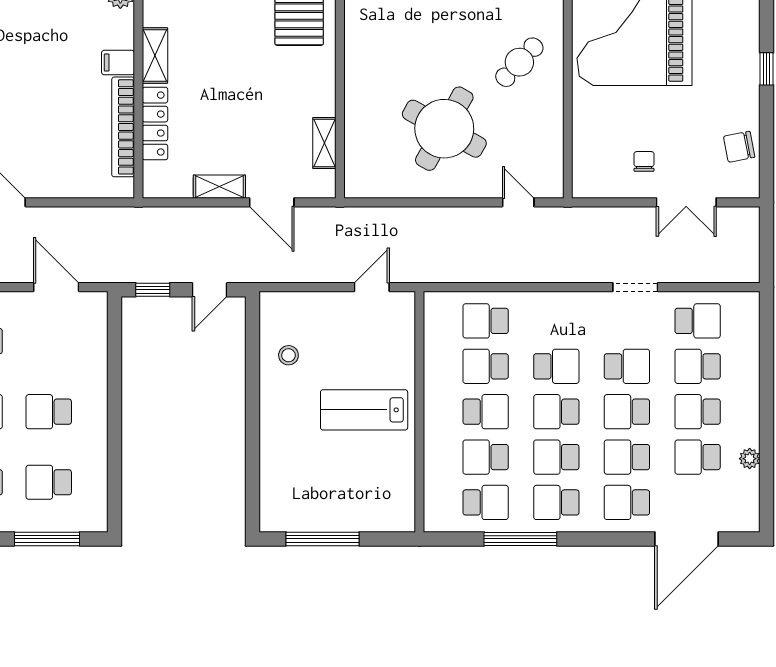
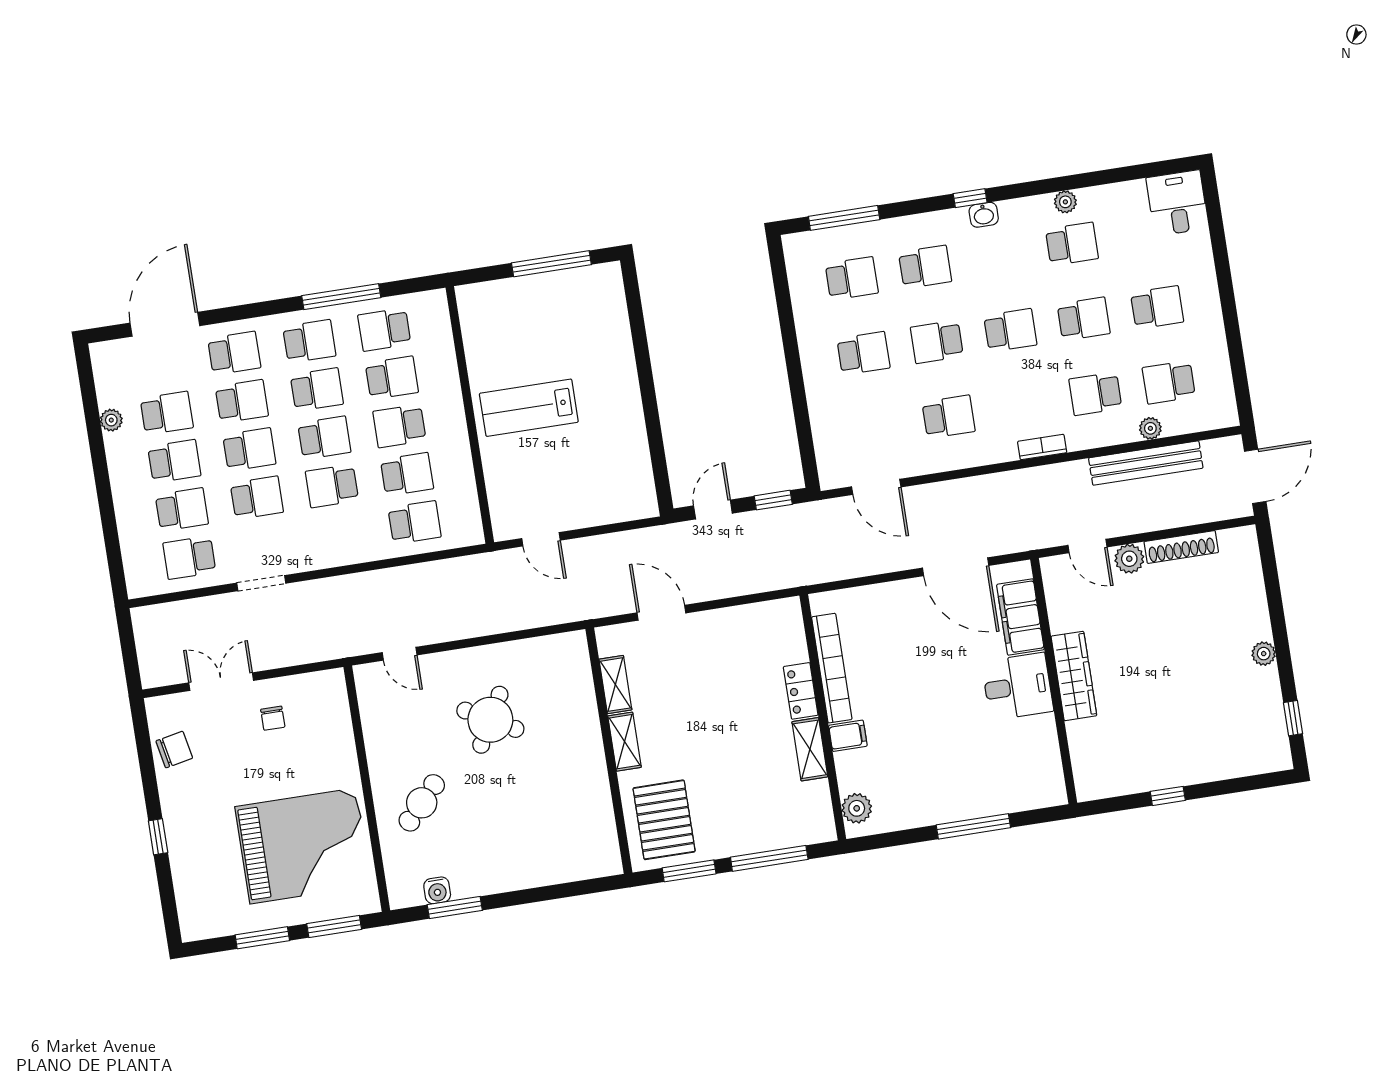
locker: (155, 124) -> (801, 691), width x0.66
round table: (444, 129) -> (490, 720), width x0.73, depth x0.73
shelving: (219, 187) -> (625, 742), moved, turned 90
door: (372, 287) -> (541, 539), hinge flipped
stool: (288, 355) -> (618, 453), removed
school desk: (627, 366) -> (257, 498), turned 180
lab bench: (364, 410) -> (529, 408), turned 180

